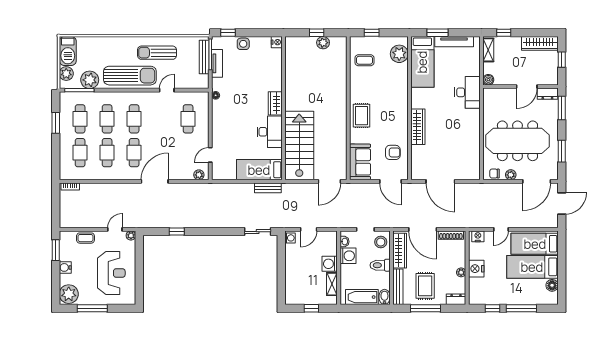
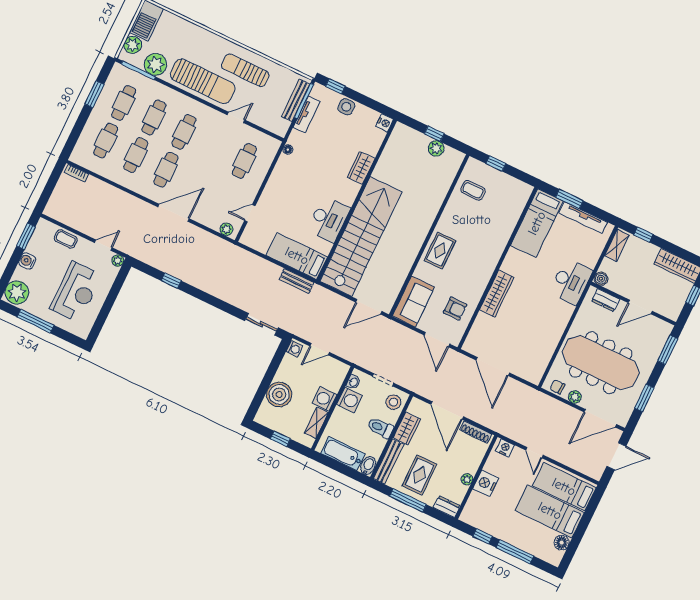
plant: (399, 54) -> (515, 202), removed
dresser: (547, 94) -> (606, 300), moved
wardrobe: (275, 103) -> (361, 168), moved
stairs: (299, 146) -> (361, 237), width x1.36
door: (501, 229) -> (535, 453), hinge flipped
wardrobe: (400, 251) -> (407, 428), width x0.67
boiler: (295, 276) -> (279, 394), added

